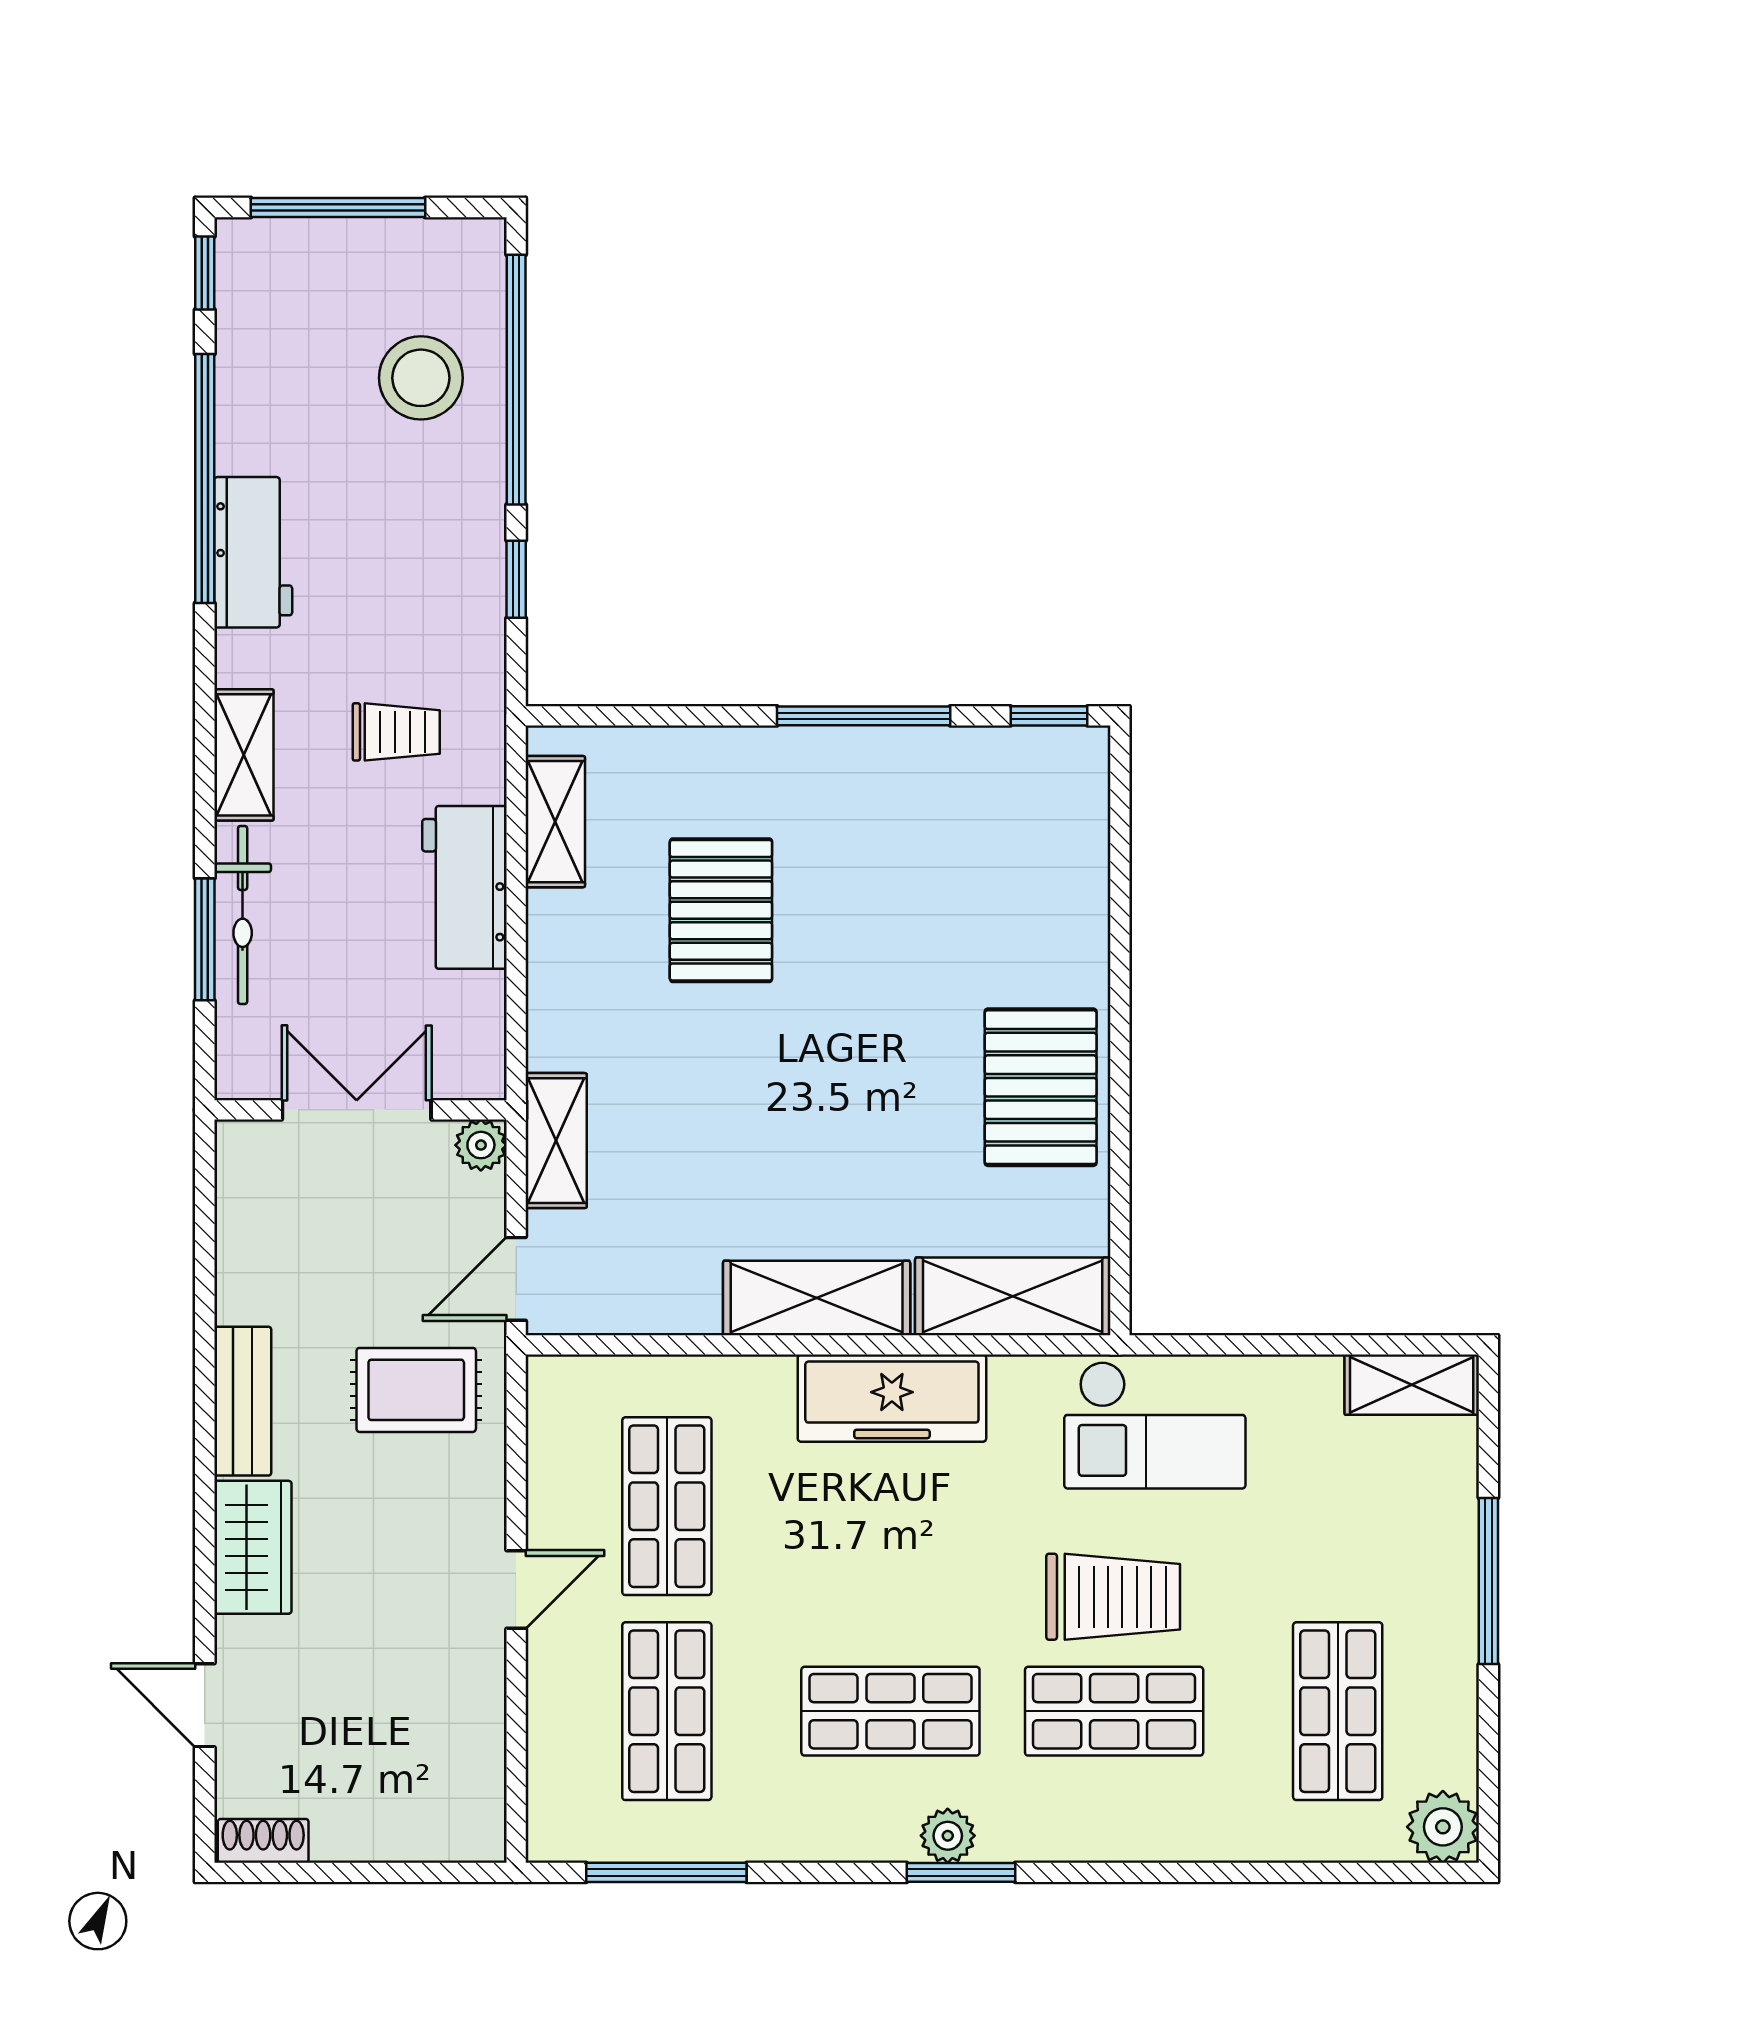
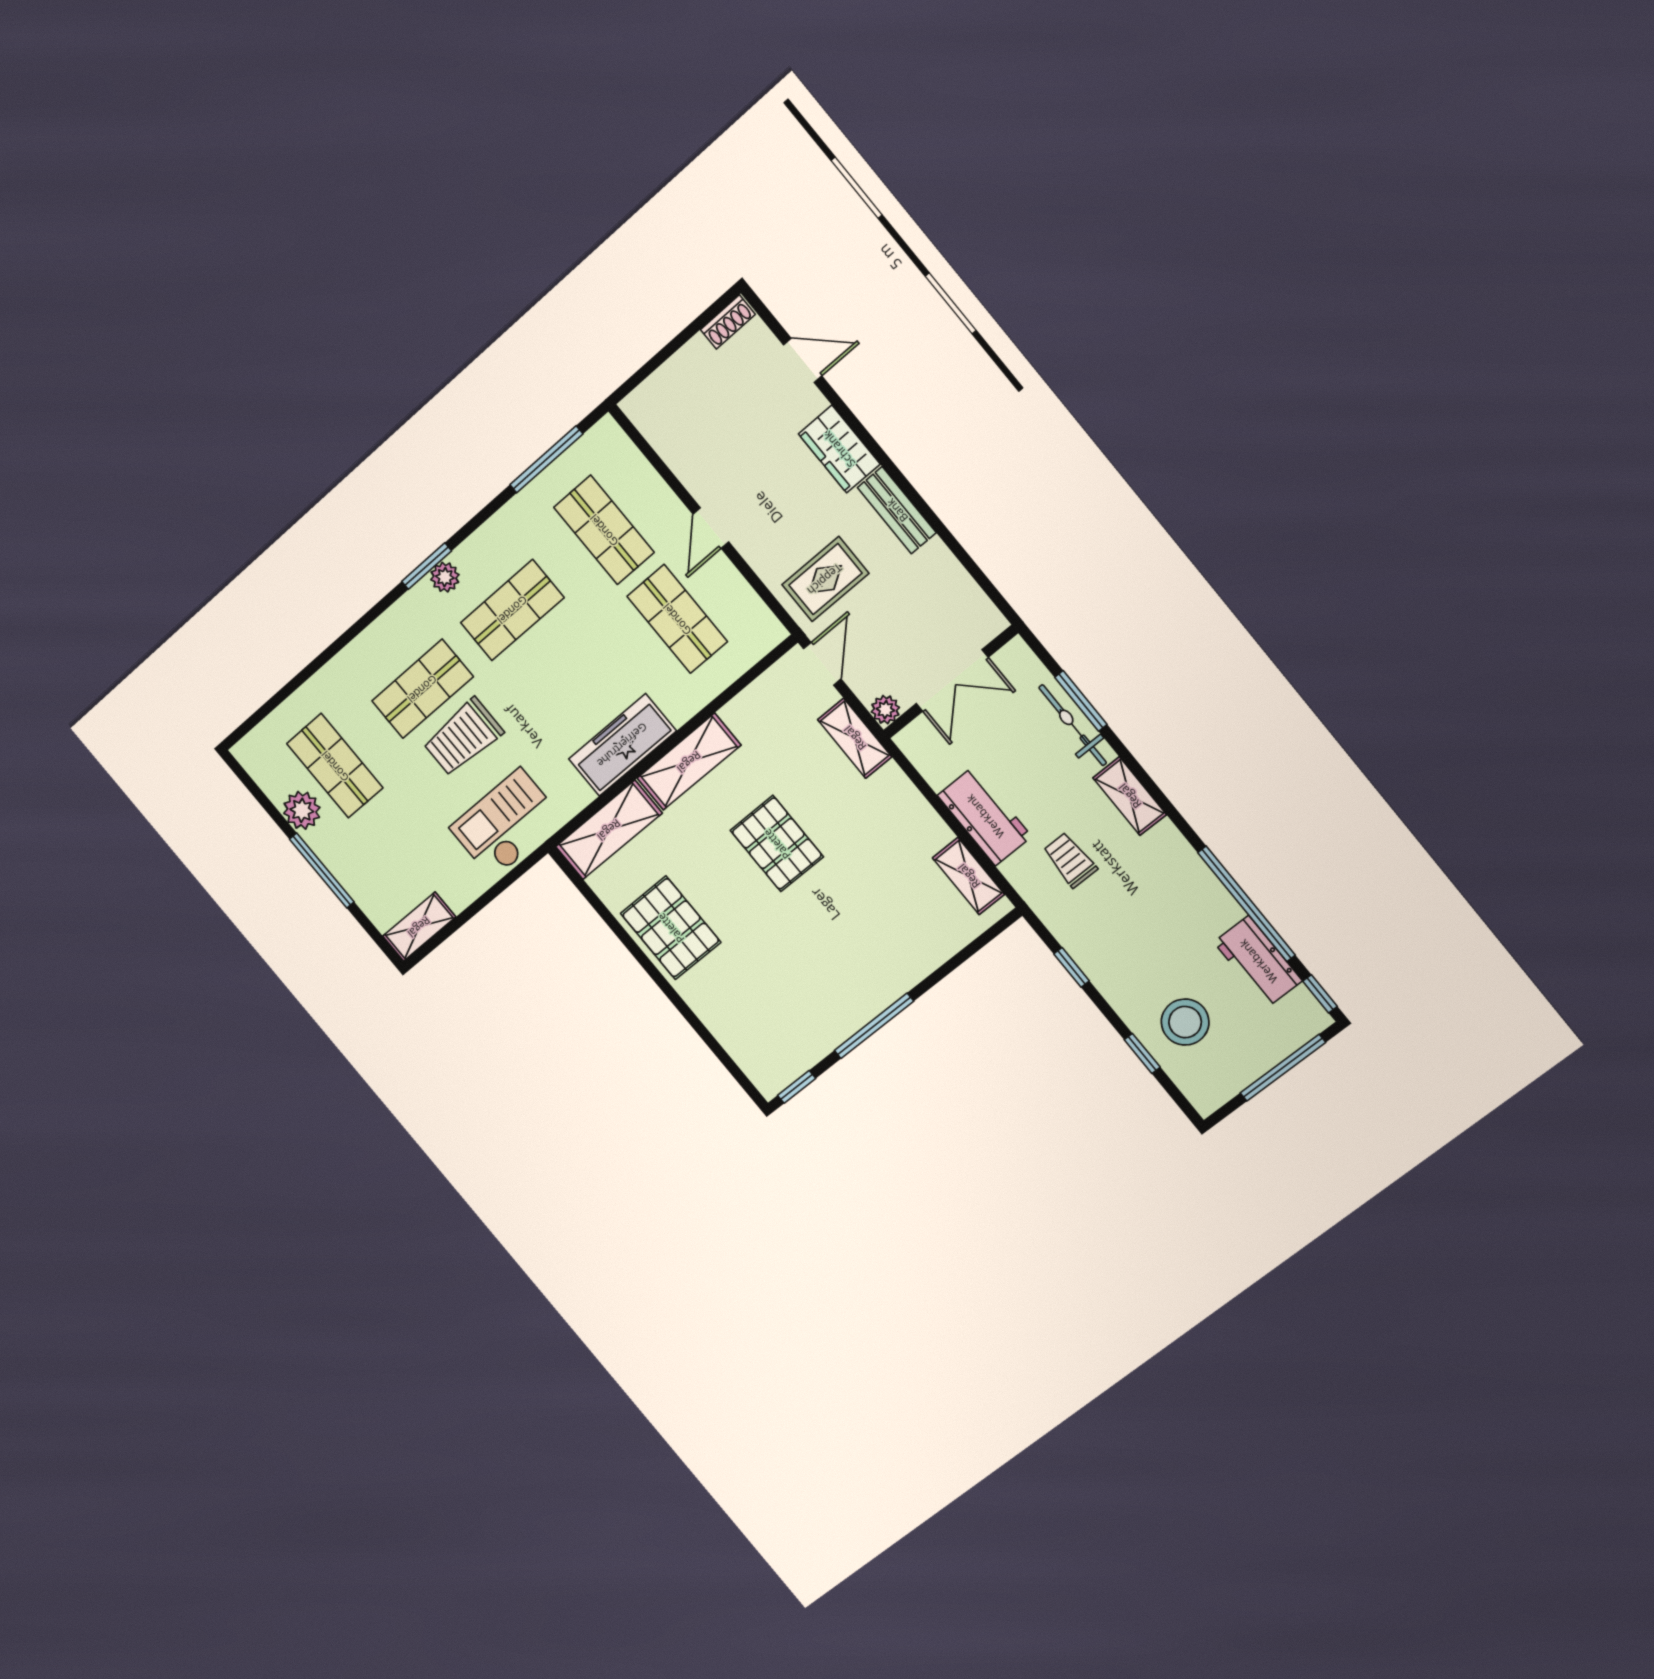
window: (516, 380) -> (1142, 1053), width x0.32
workbench: (253, 552) -> (1258, 961), moved
trolley: (396, 732) -> (1070, 860), turned 90
pallet: (721, 910) -> (777, 844), moved
plant: (1443, 1827) -> (302, 810), moved

